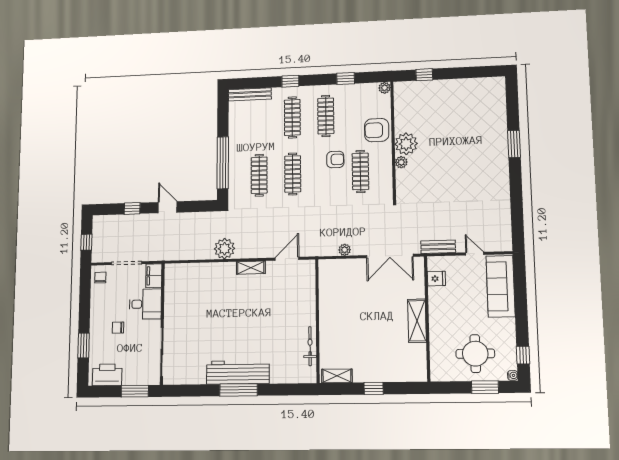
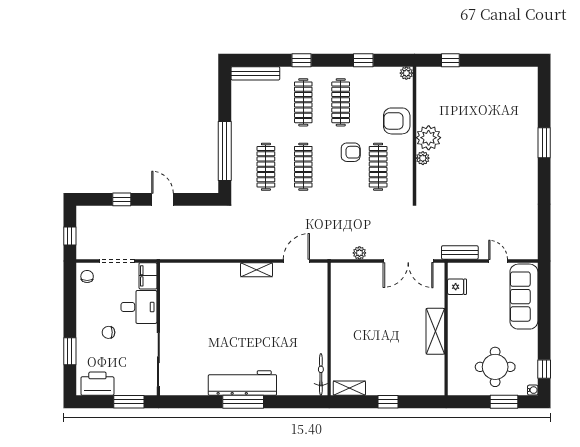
plant: (225, 249) -> (227, 248), removed
bicycle: (310, 346) -> (321, 374), moved

